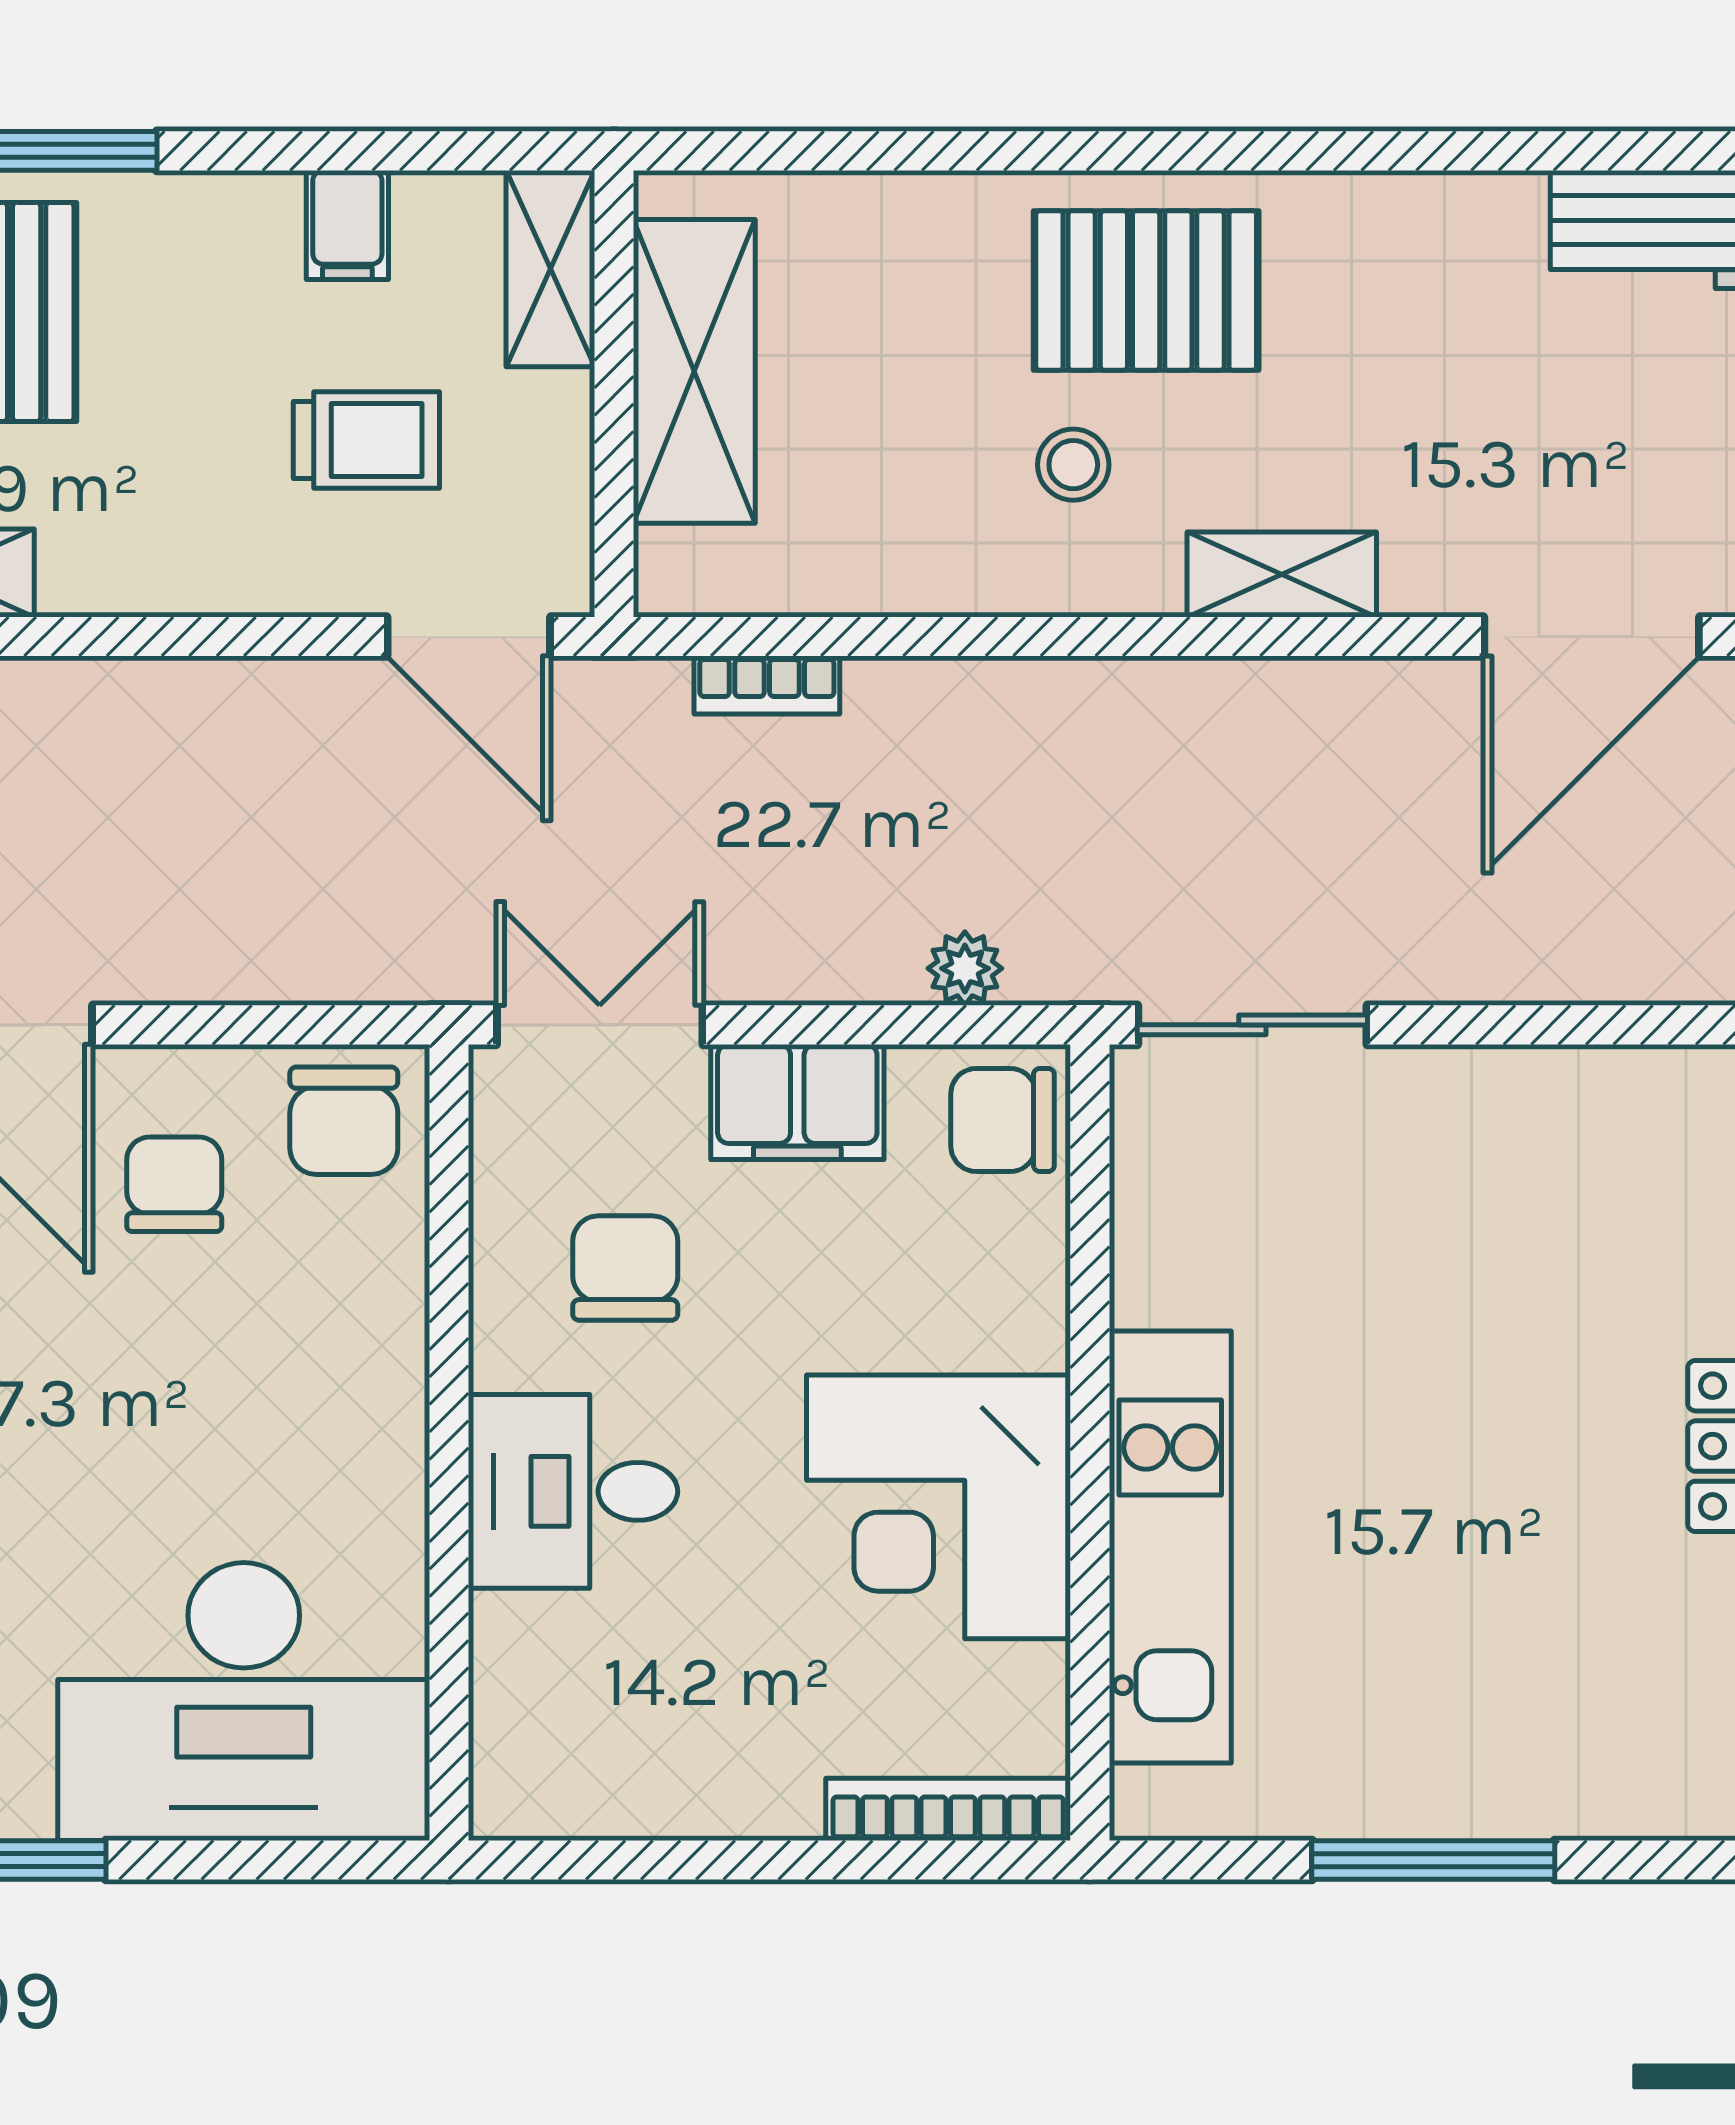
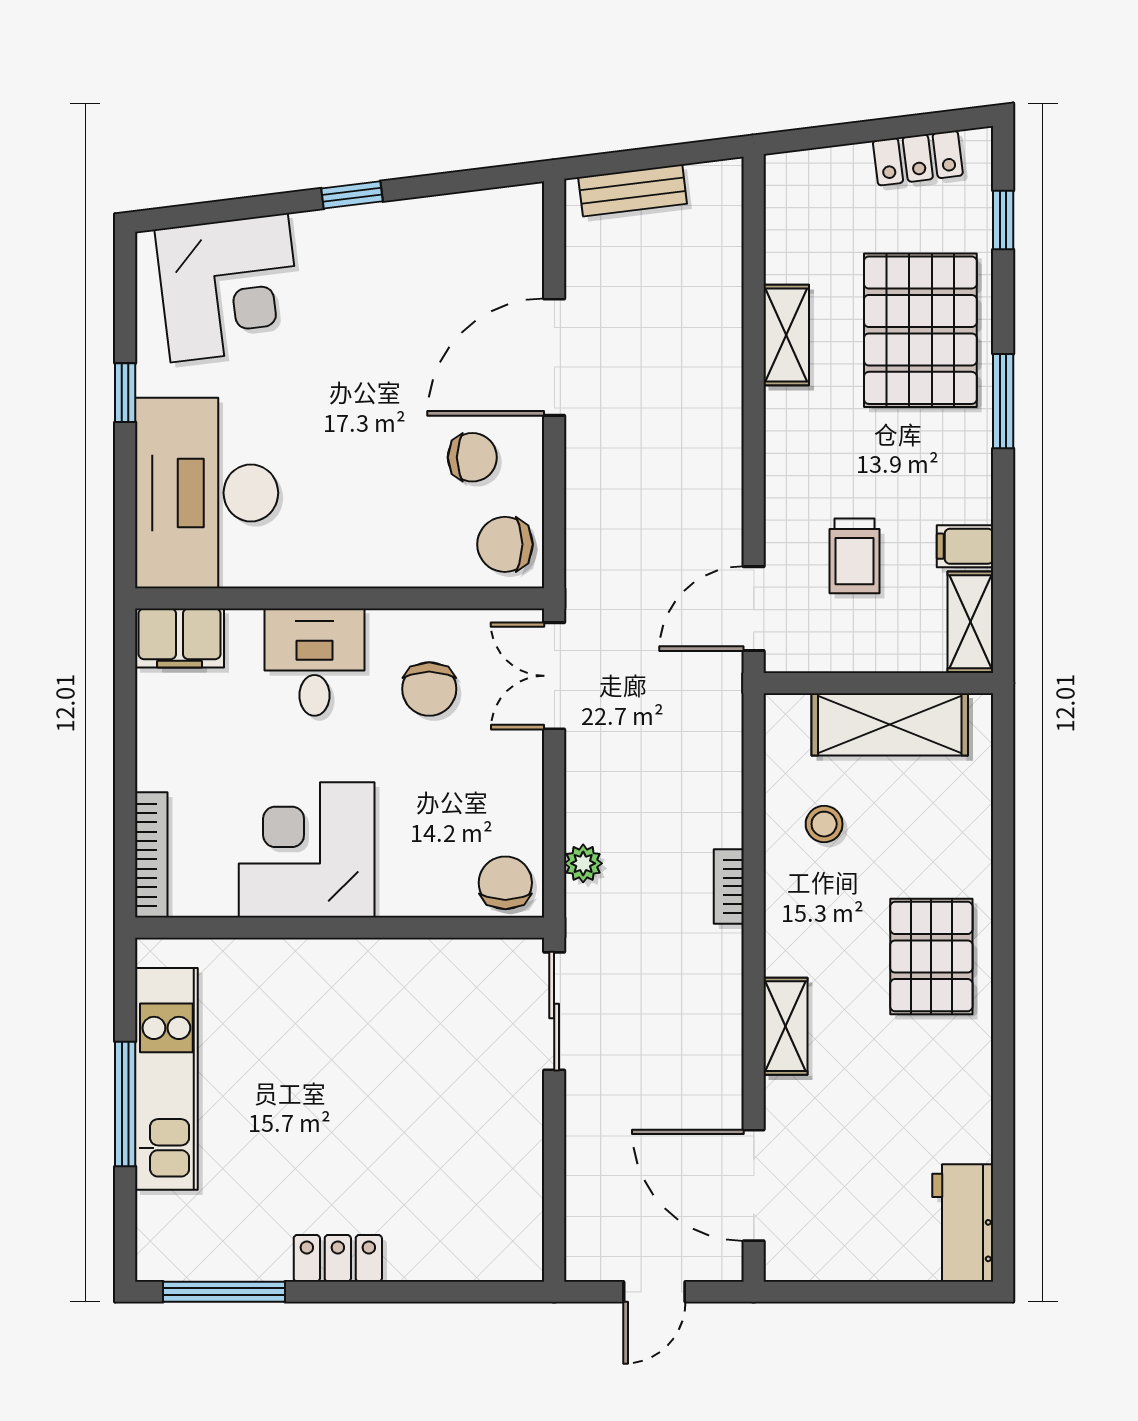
shelving: (550, 269) -> (970, 622), moved, turned 90
stool: (1073, 465) -> (824, 824), moved
bookcase: (767, 685) -> (729, 886), moved
double door: (600, 1025) -> (554, 676), swing flipped
filing cabinet: (797, 1102) -> (180, 638), moved, turned -90
chair: (625, 1268) -> (429, 689), turned 90
kitchen unit: (1170, 1547) -> (166, 1079), moved, turned -90

